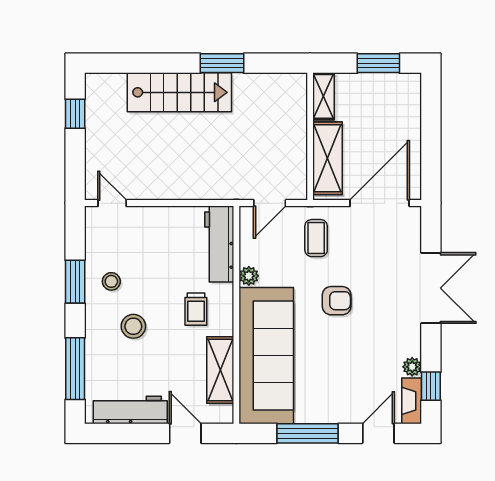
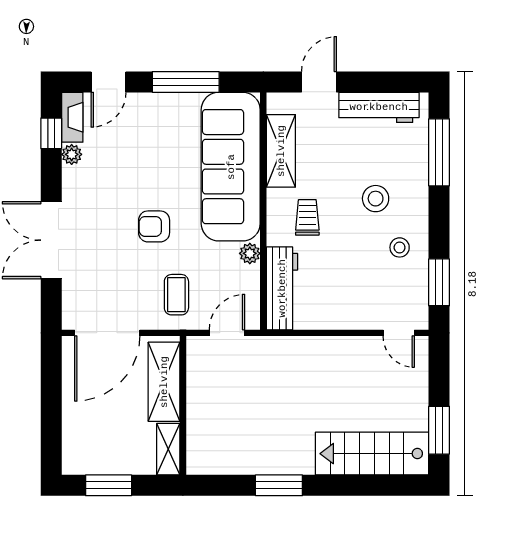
stairs: (179, 92) -> (372, 454), moved
window: (75, 114) -> (439, 430), width x1.50
window: (75, 282) -> (439, 282), moved
door: (185, 433) -> (319, 82), swing flipped

